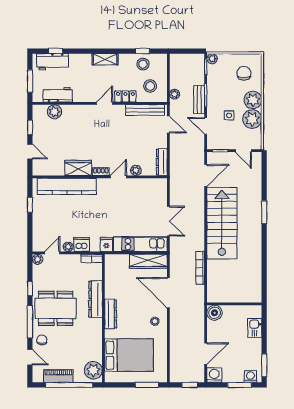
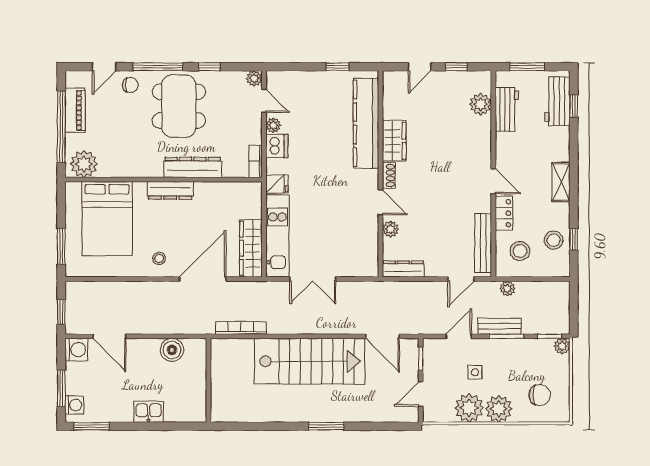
wall: (234, 304) -> (208, 380), moved

